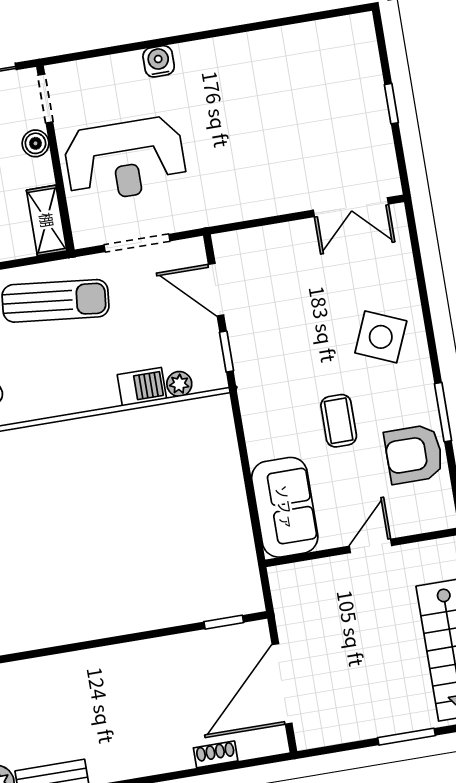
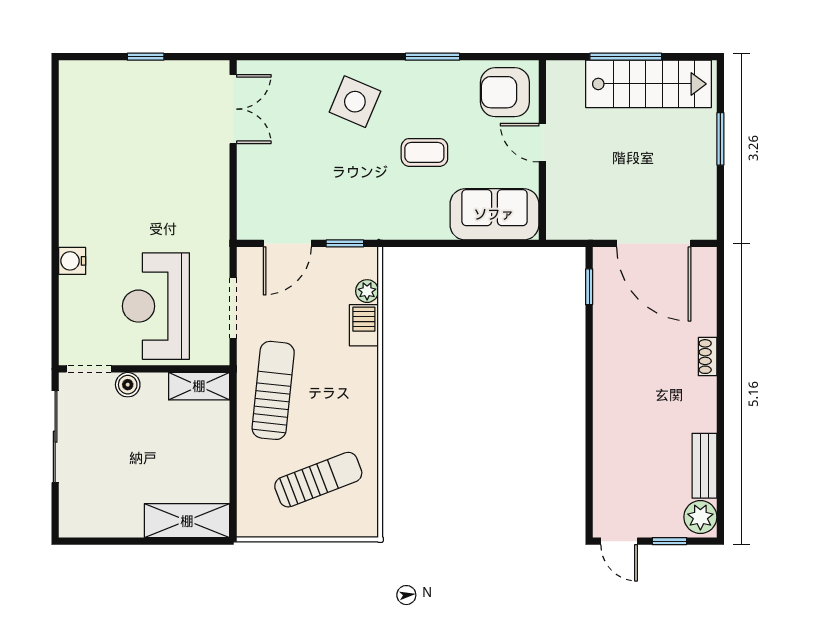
reception desk: (125, 160) -> (156, 306), turned 180
armchair: (414, 454) -> (505, 92), moved, turned 90
shoe rack: (216, 754) -> (708, 357), moved

